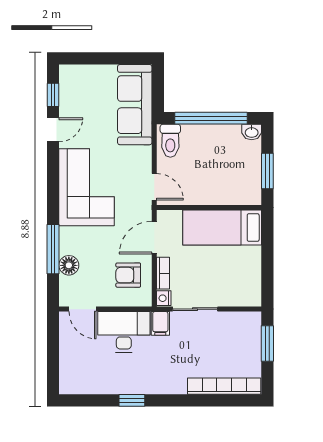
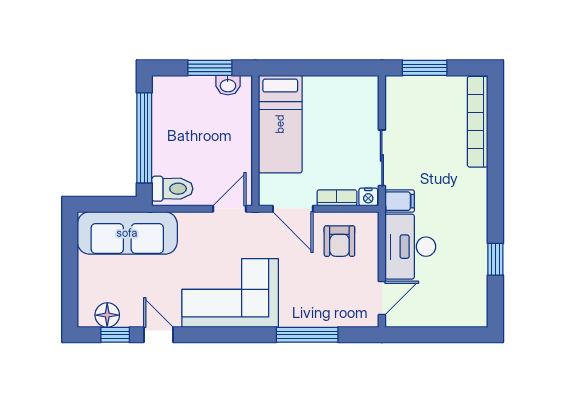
washbasin: (252, 132) -> (228, 85), moved, turned 90
floor lamp: (69, 265) -> (107, 315), moved
window: (132, 400) -> (495, 259), moved

